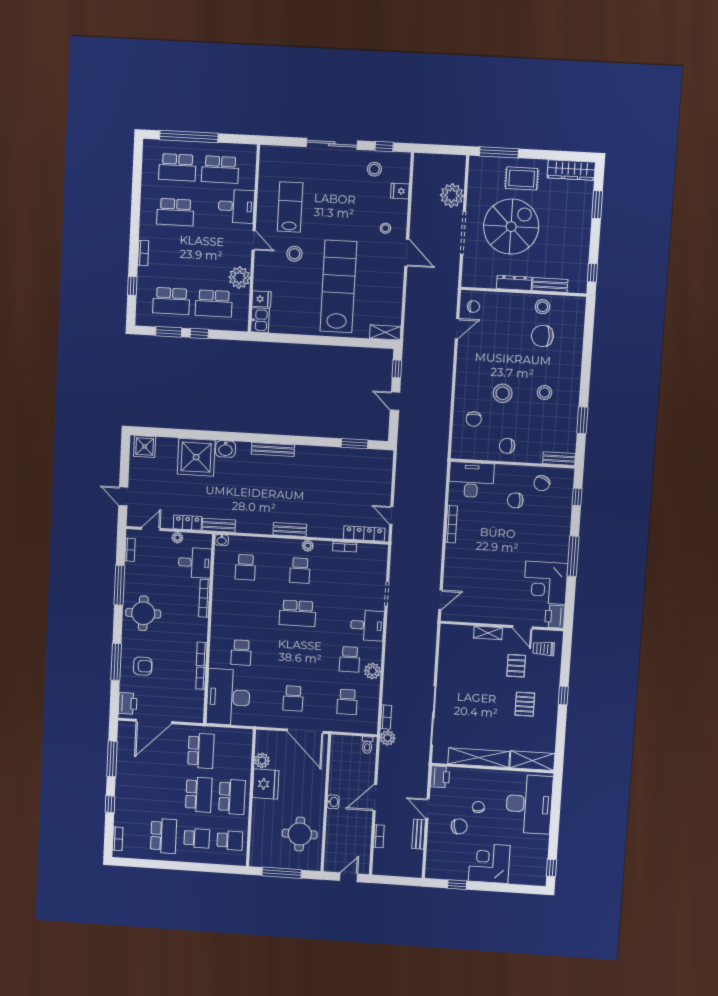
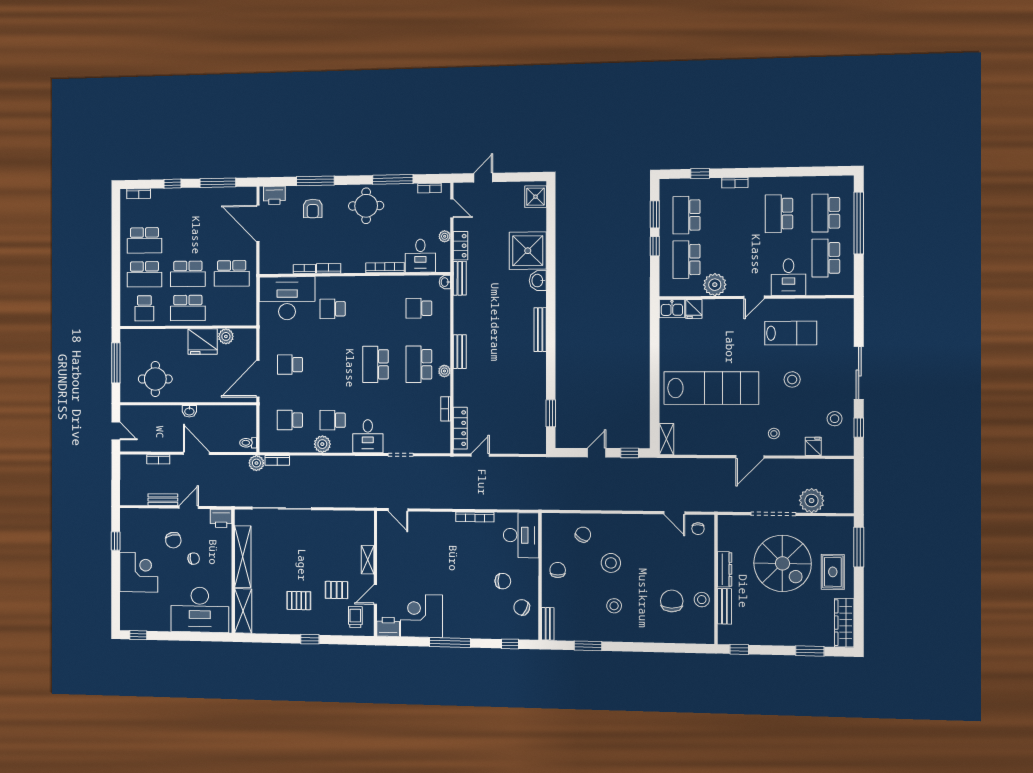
stool: (294, 254) -> (792, 379), moved
chair: (474, 419) -> (583, 535), turned 122
chair: (515, 500) -> (503, 581), turned 90
school desk: (300, 571) -> (419, 364), width x1.85
school desk: (197, 838) -> (144, 274), width x1.85

